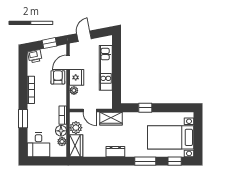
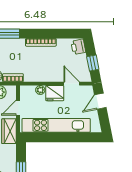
door: (84, 36) -> (100, 101), swing flipped
kitchen unit: (106, 68) -> (56, 125), width x1.36
armchair: (58, 77) -> (55, 72), removed

